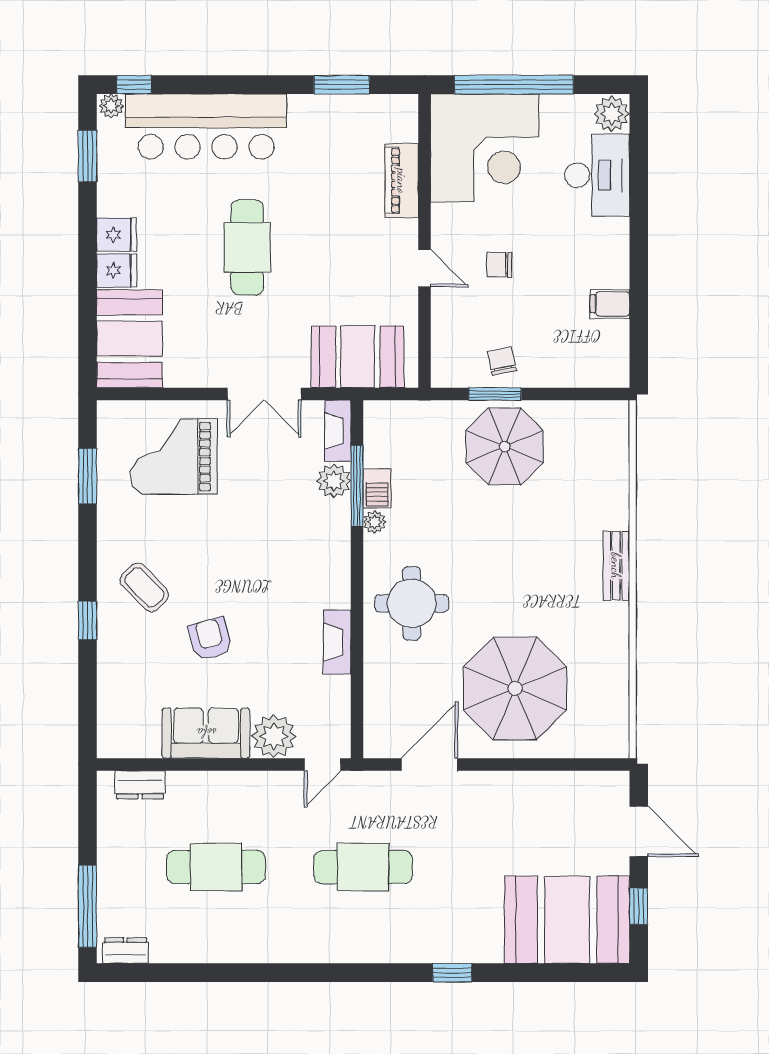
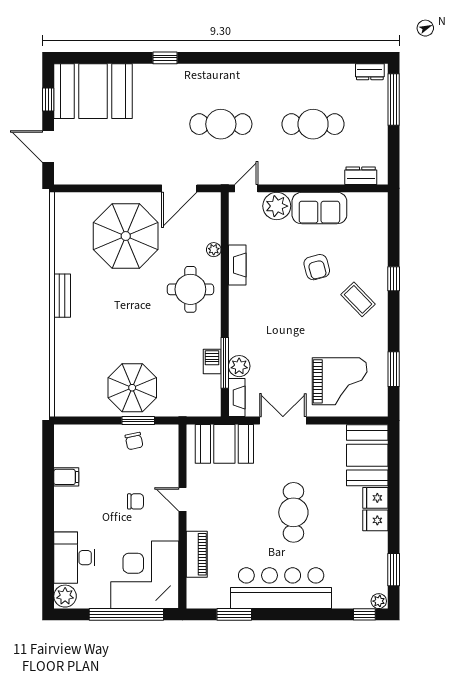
bar counter: (206, 127) -> (281, 588), moved
plant: (375, 522) -> (214, 250), moved
bench: (616, 566) -> (62, 296), moved

